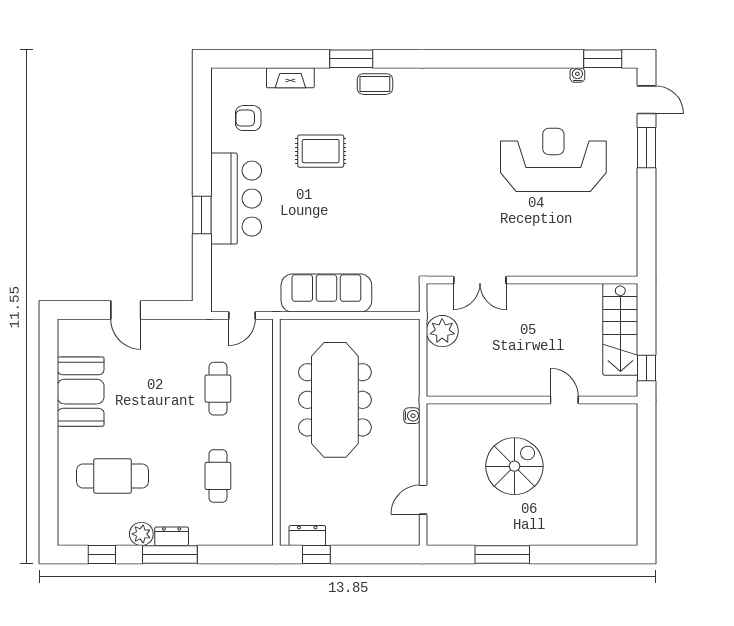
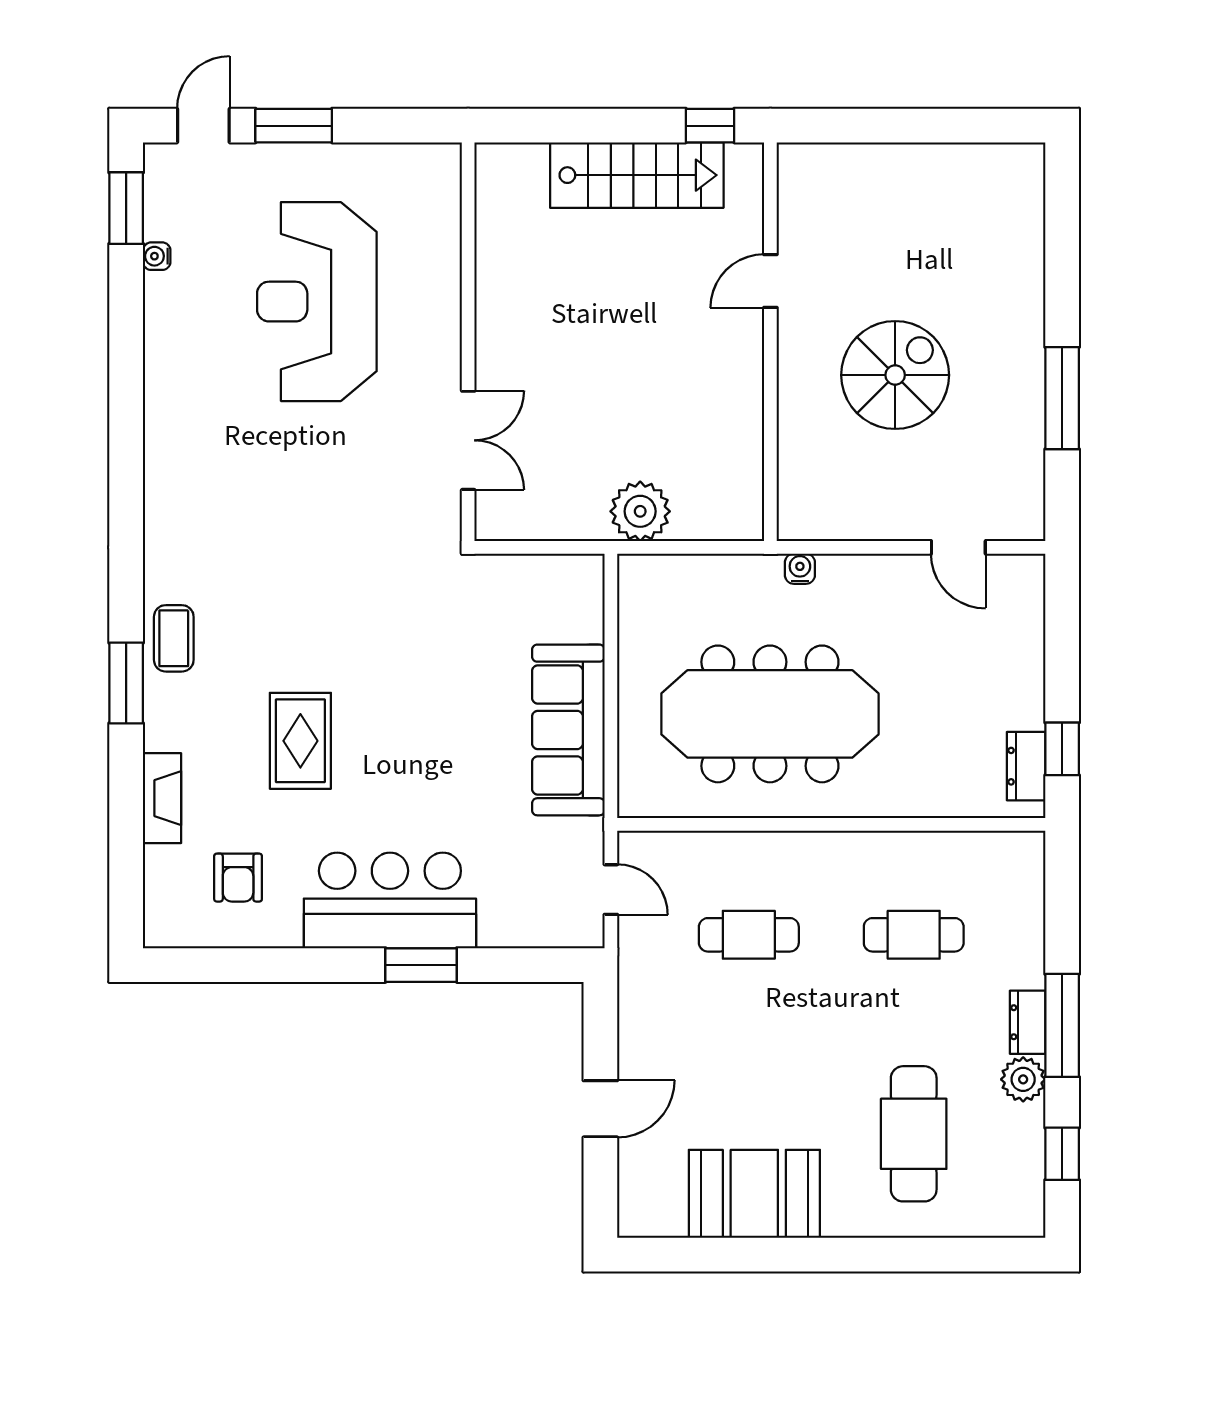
double door: (480, 280) -> (468, 440), moved
wall: (532, 280) -> (468, 342), moved
spiral stairs: (514, 466) -> (895, 375), turned 90

